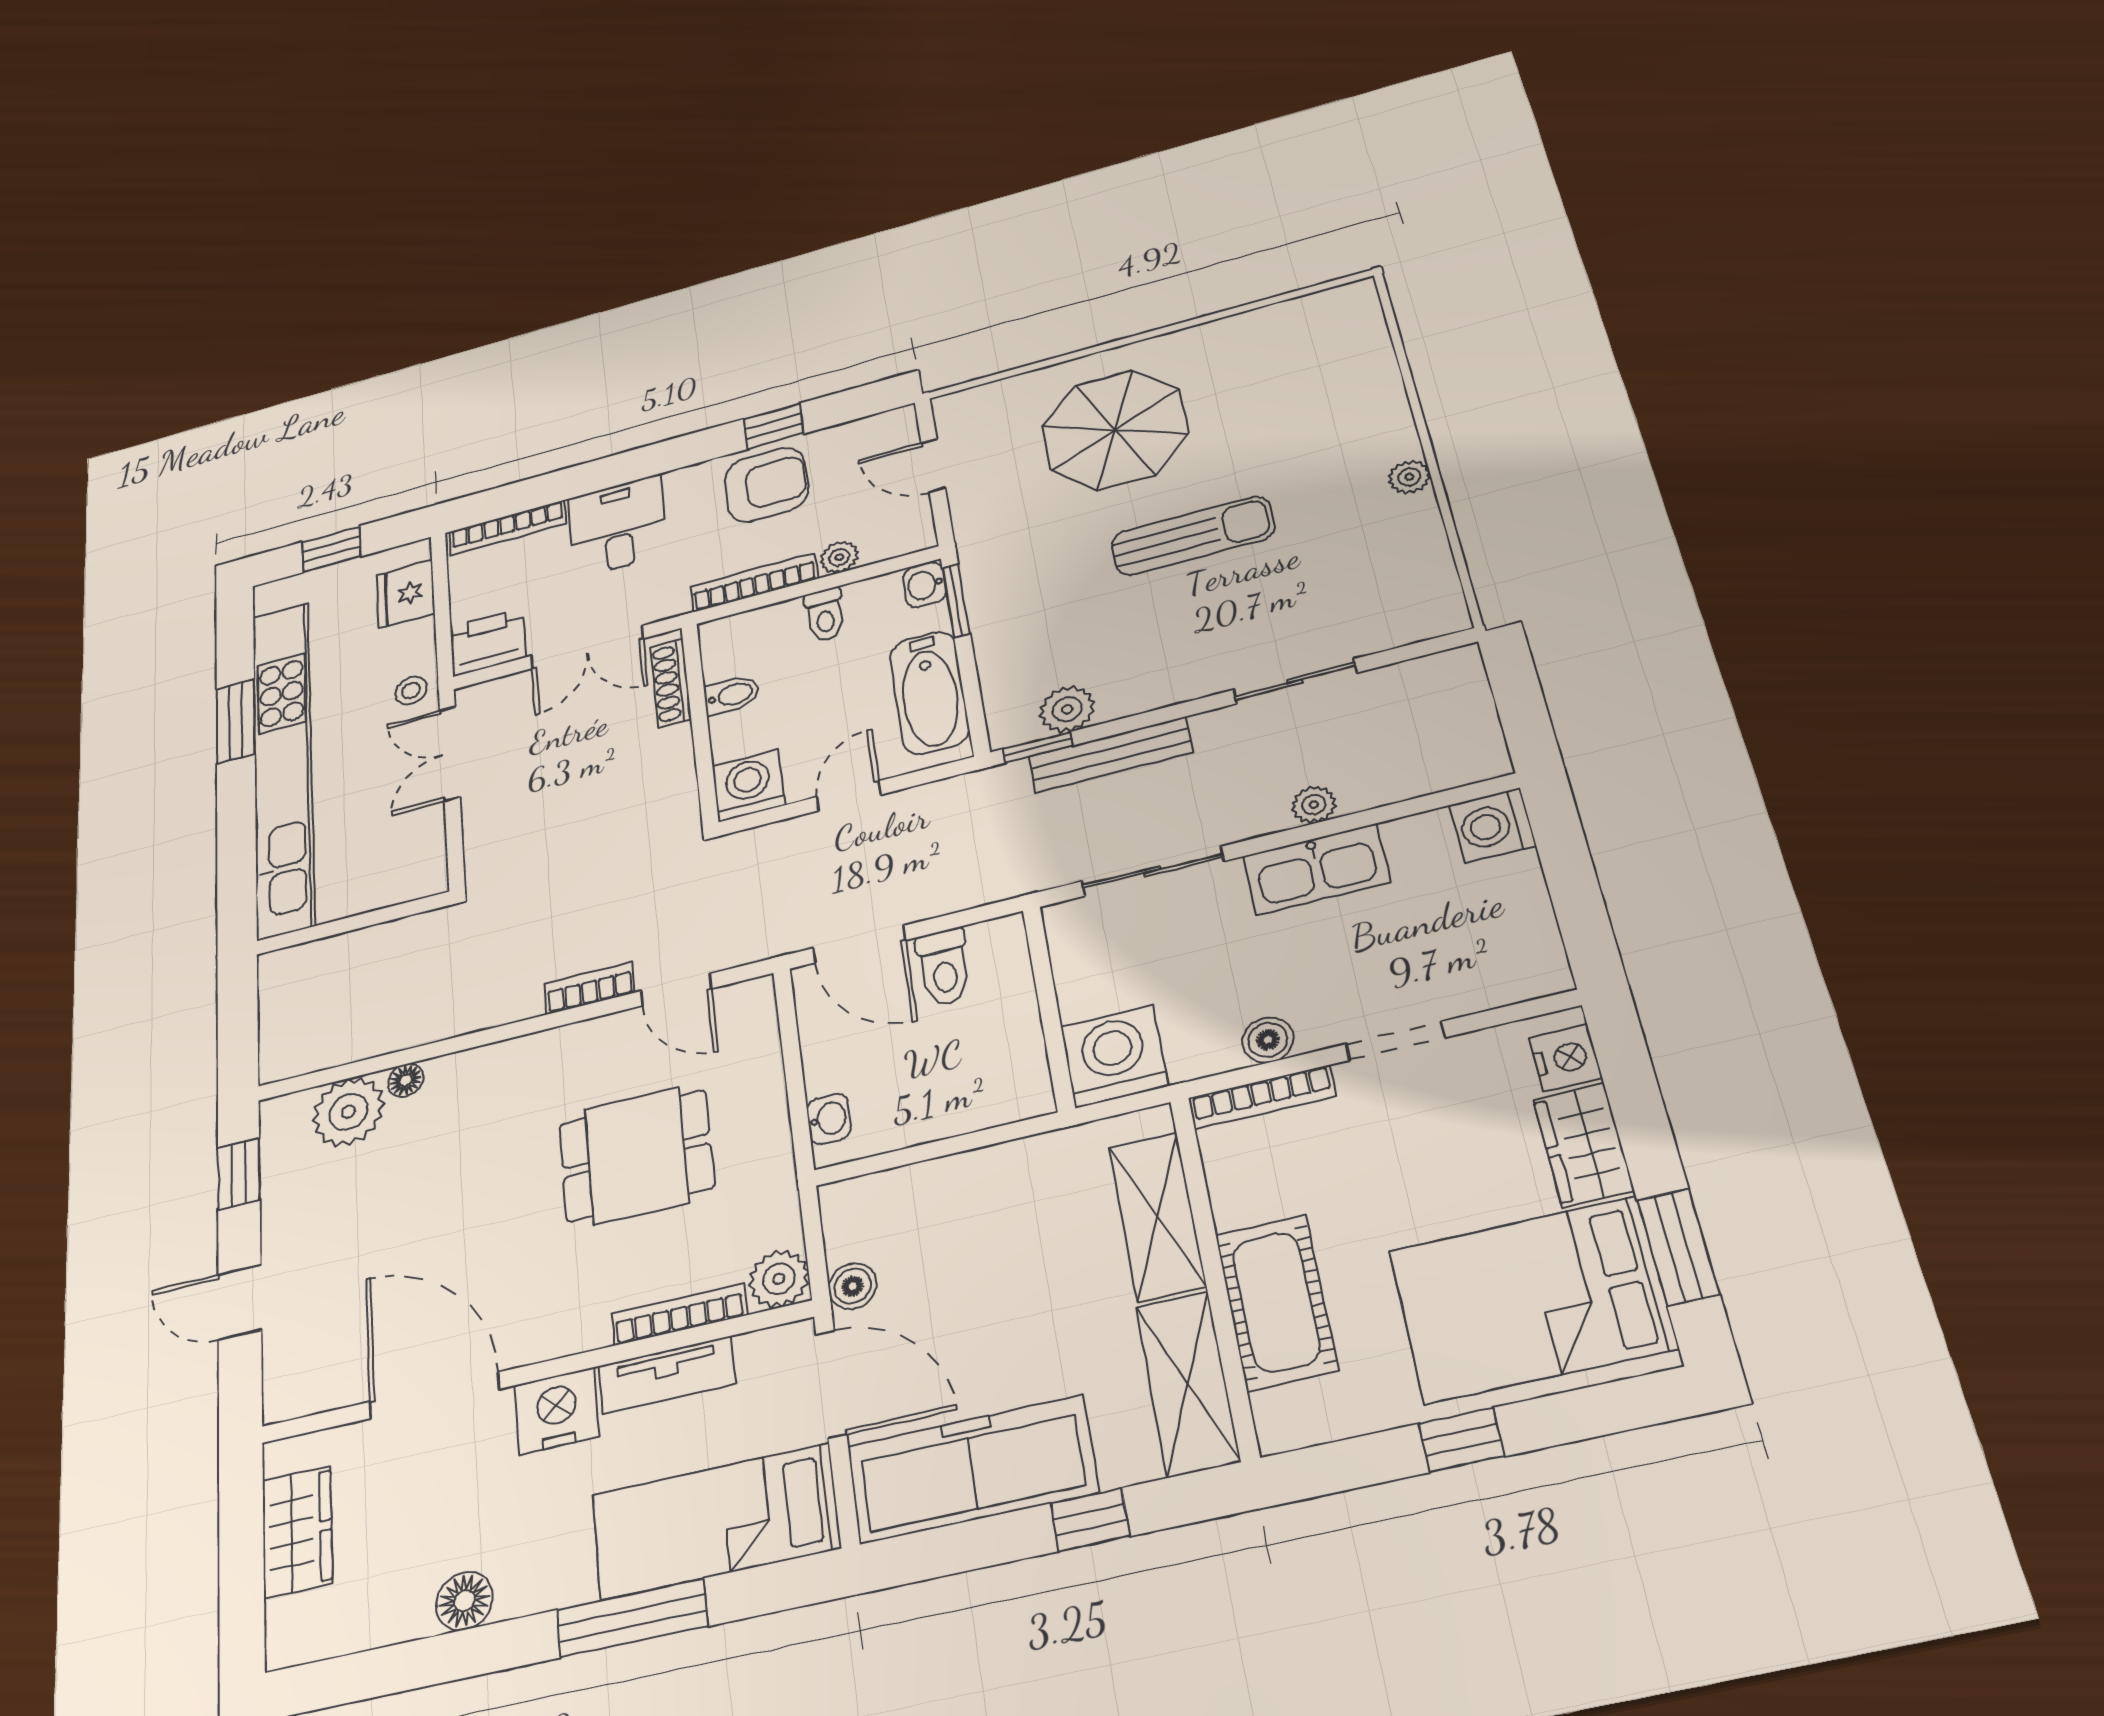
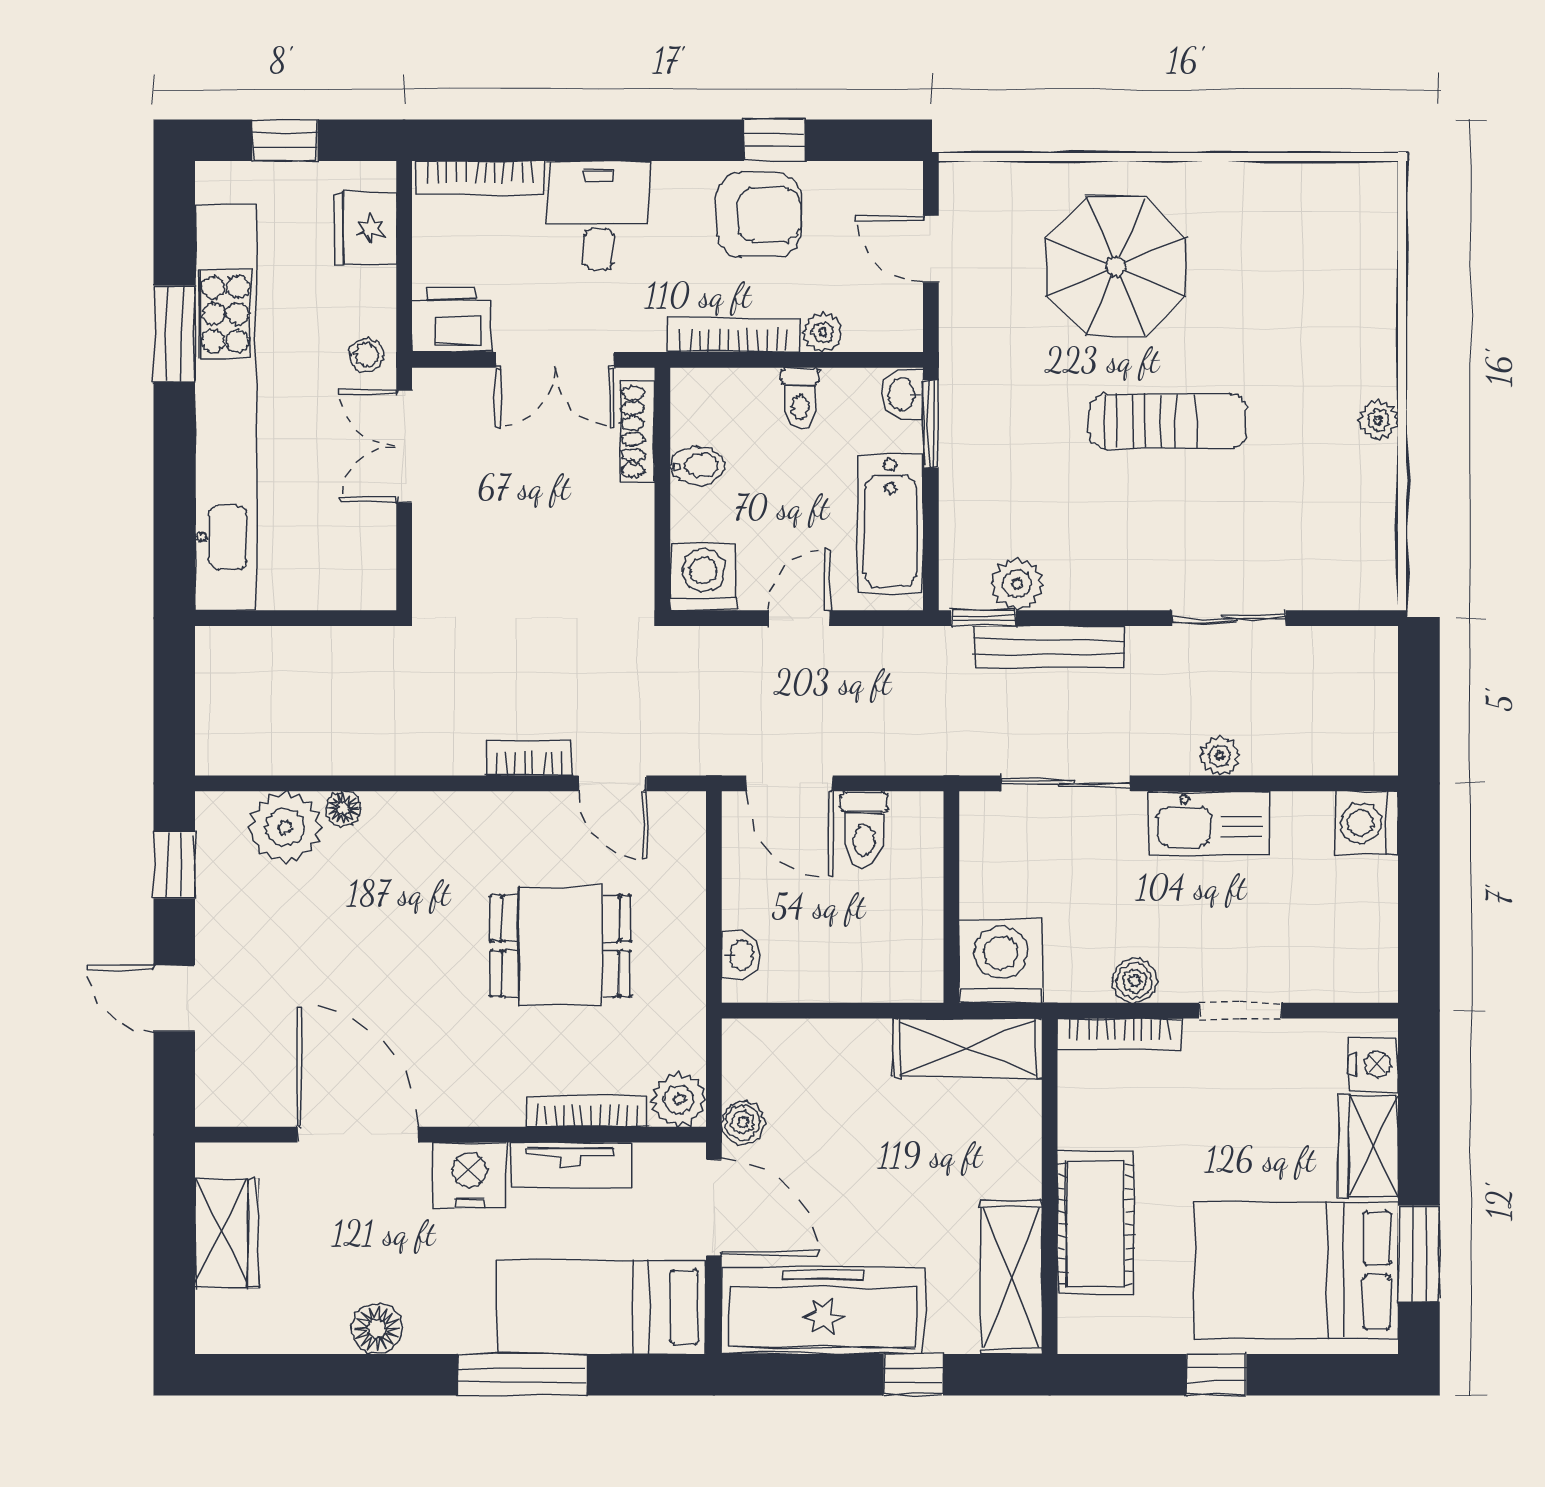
shelving: (1157, 1216) -> (968, 1048), moved, turned 90

